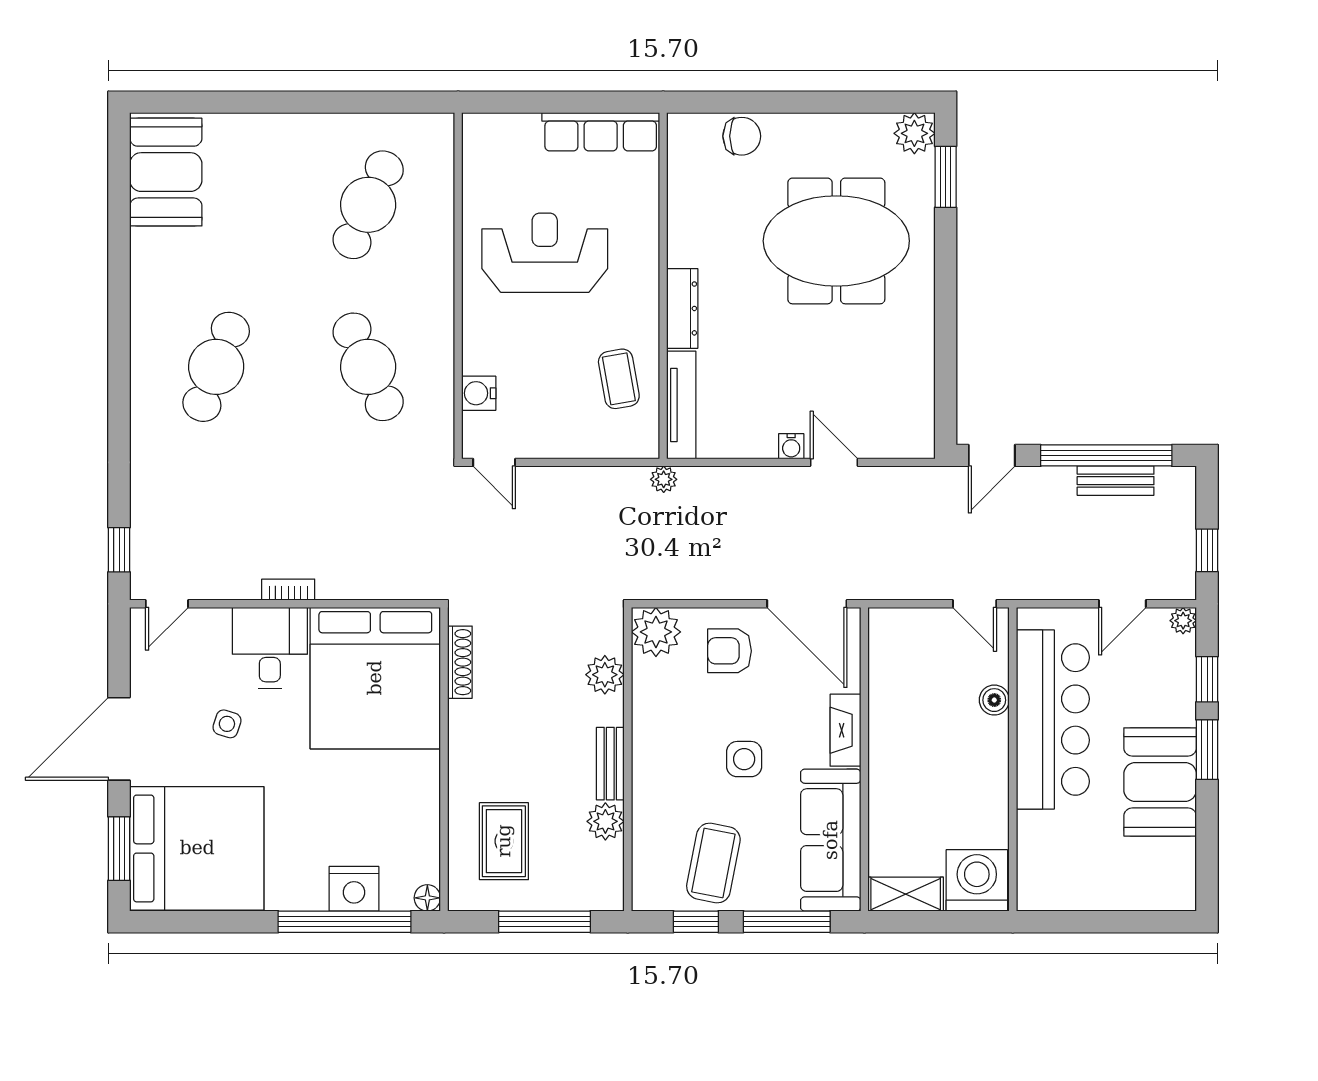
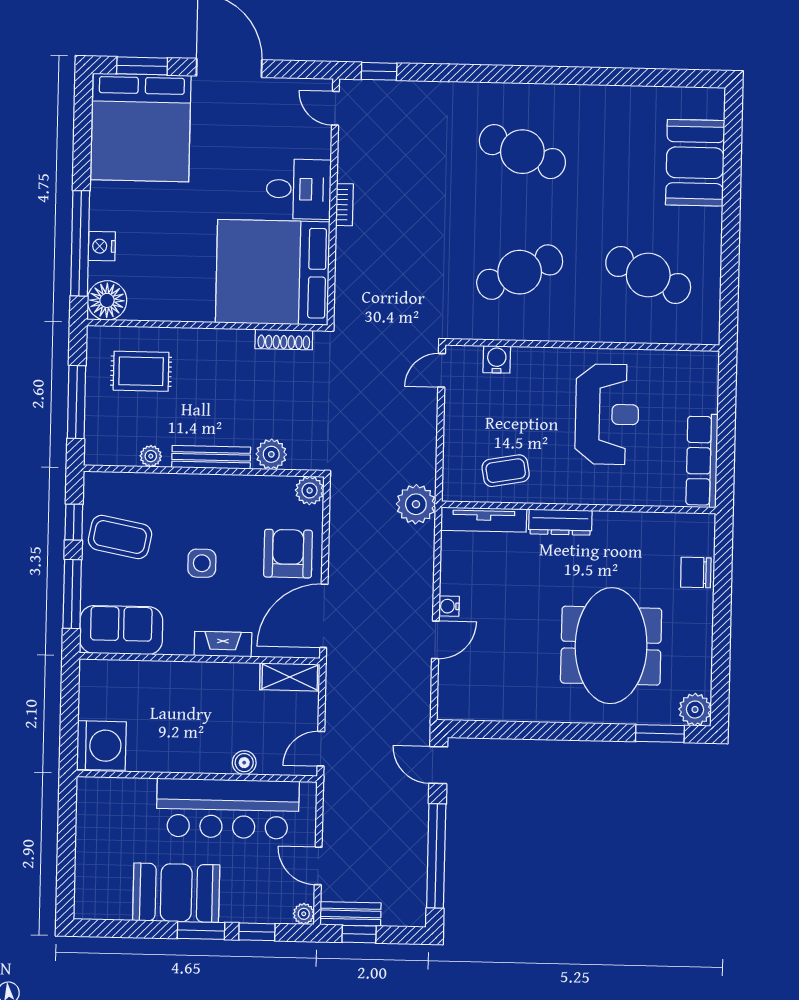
chair: (742, 136) -> (696, 573), turned 90
booth: (166, 172) -> (695, 163), moved, turned 90
plant: (664, 479) -> (416, 504), width x1.88, depth x1.88
bench: (1116, 481) -> (350, 914), moved, turned 90
plant: (656, 632) -> (310, 490), width x0.73, depth x0.73
armchair: (730, 651) -> (288, 554), width x1.38, depth x1.38
side table: (227, 724) -> (239, 154), removed
bench: (610, 764) -> (211, 457), width x1.36
plant: (605, 821) -> (151, 456), width x0.73, depth x0.73
sofa: (831, 840) -> (121, 630), width x0.73
nightstand: (354, 889) -> (102, 246), width x0.74, depth x0.75
shelving: (906, 894) -> (290, 677), moved, turned 90
floor lamp: (427, 898) -> (107, 300), width x1.89, depth x1.89

